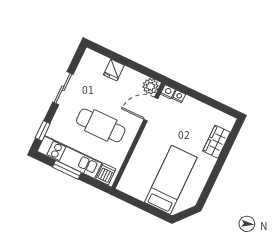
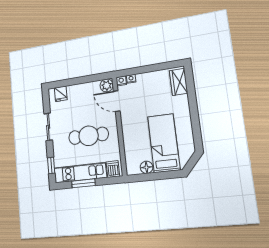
fridge: (114, 70) -> (61, 94), moved
door: (151, 109) -> (117, 101), hinge flipped
wardrobe: (217, 142) -> (179, 82), moved
floor lamp: (140, 193) -> (146, 167), added

